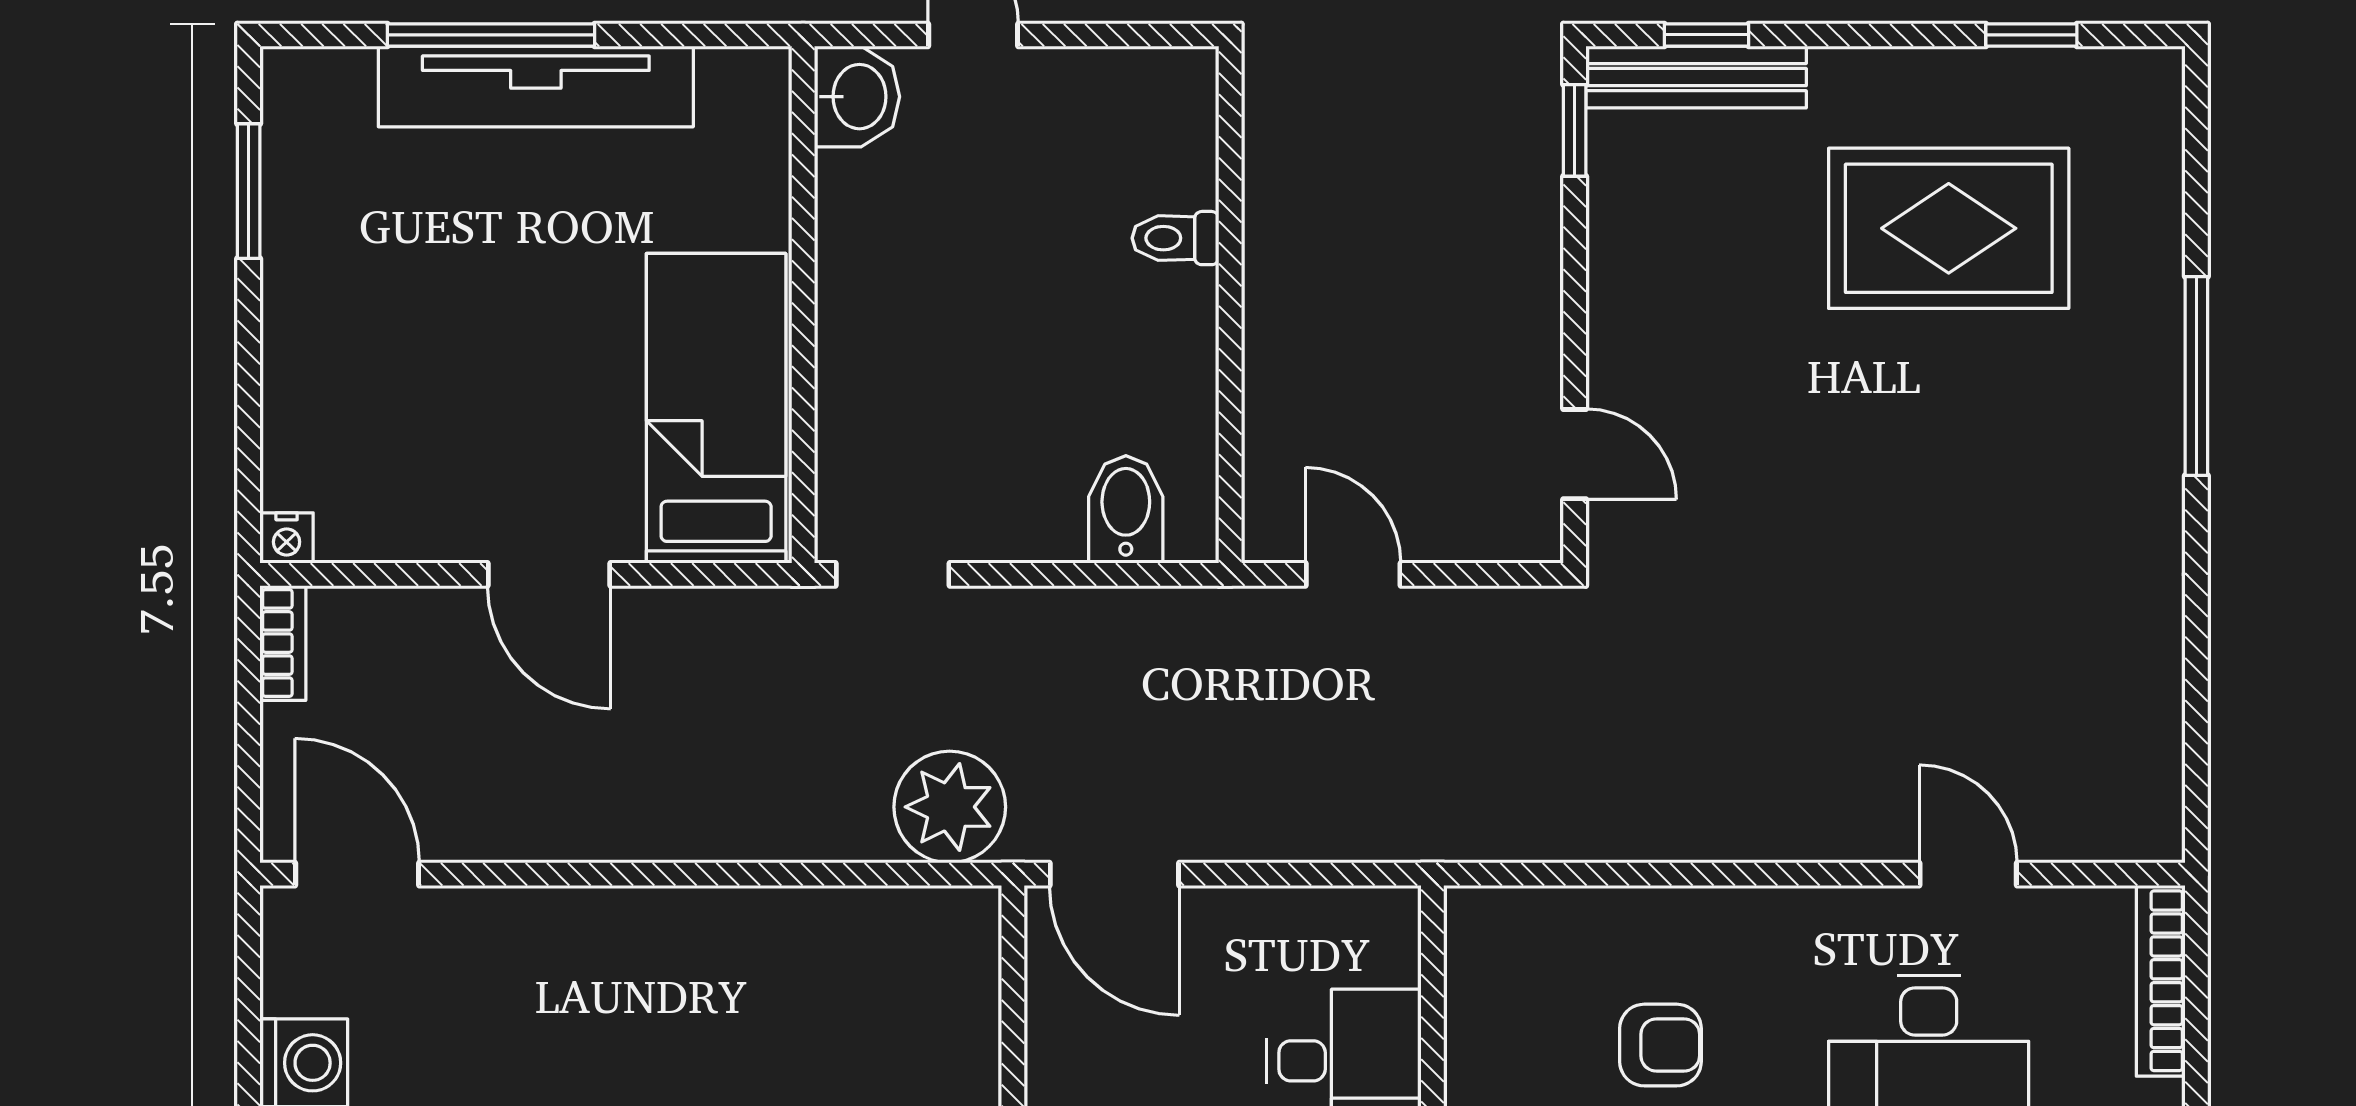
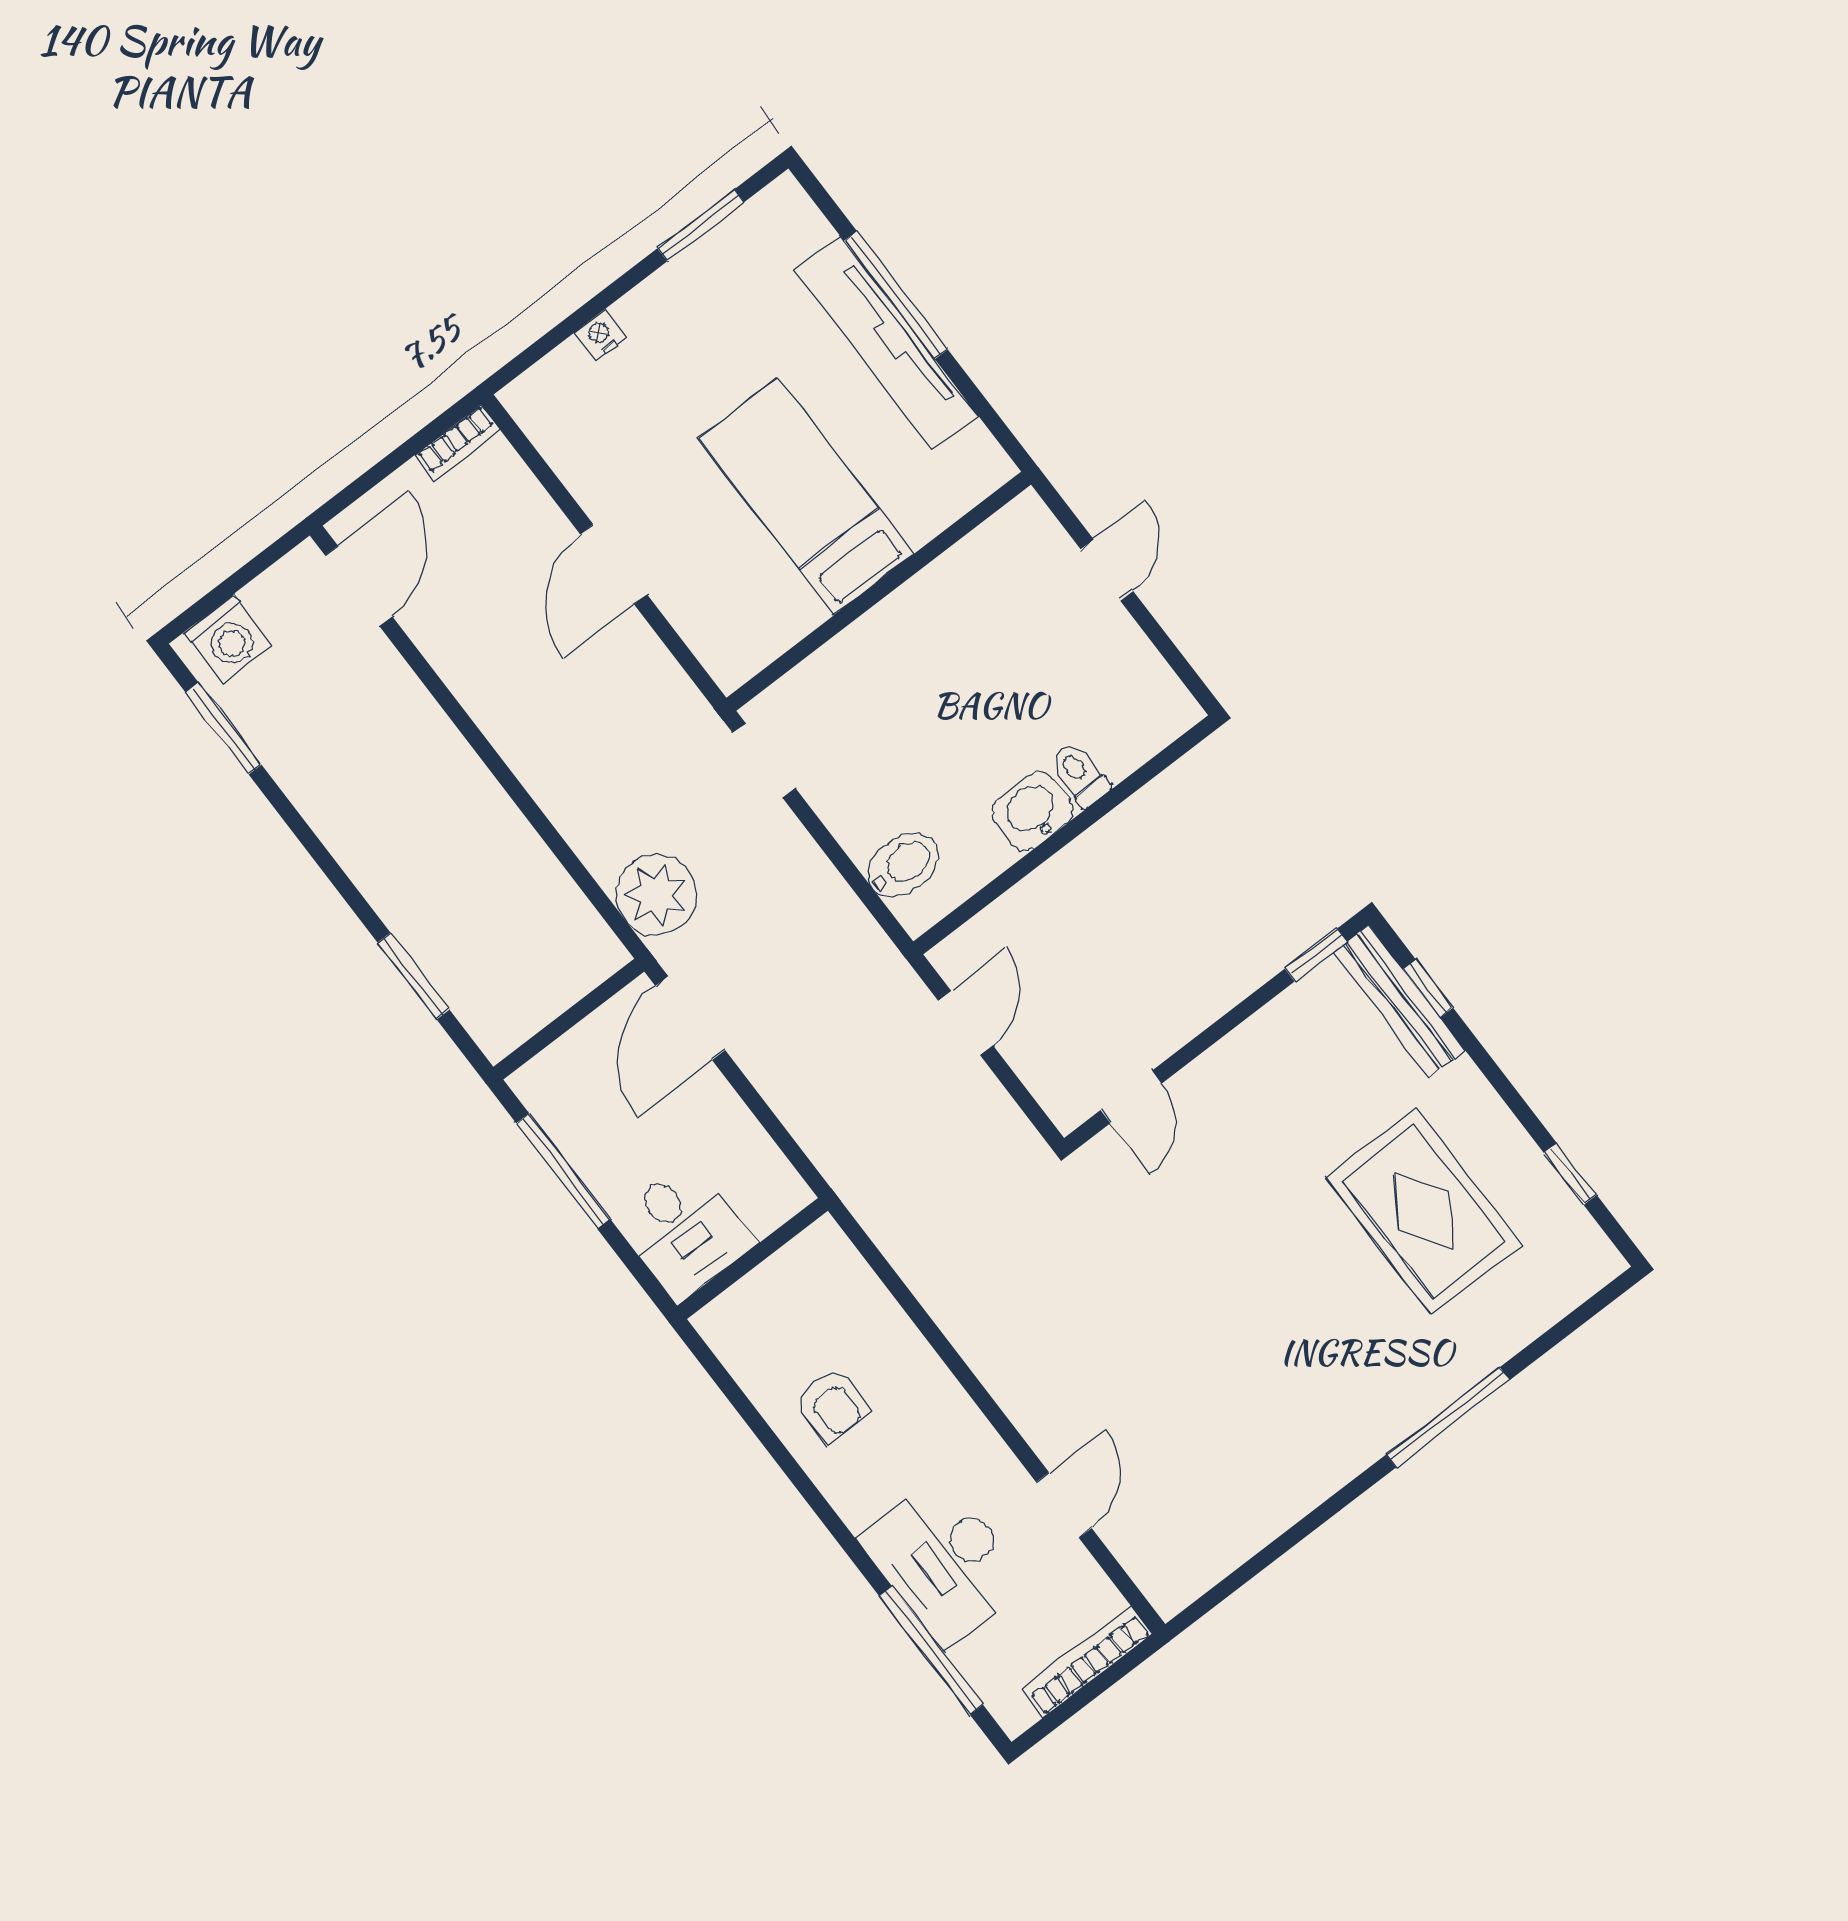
washbasin: (857, 97) -> (1033, 811), moved, turned 180
bed: (716, 408) -> (806, 496), moved, turned -90
nightstand: (287, 538) -> (601, 335), moved, turned 90

